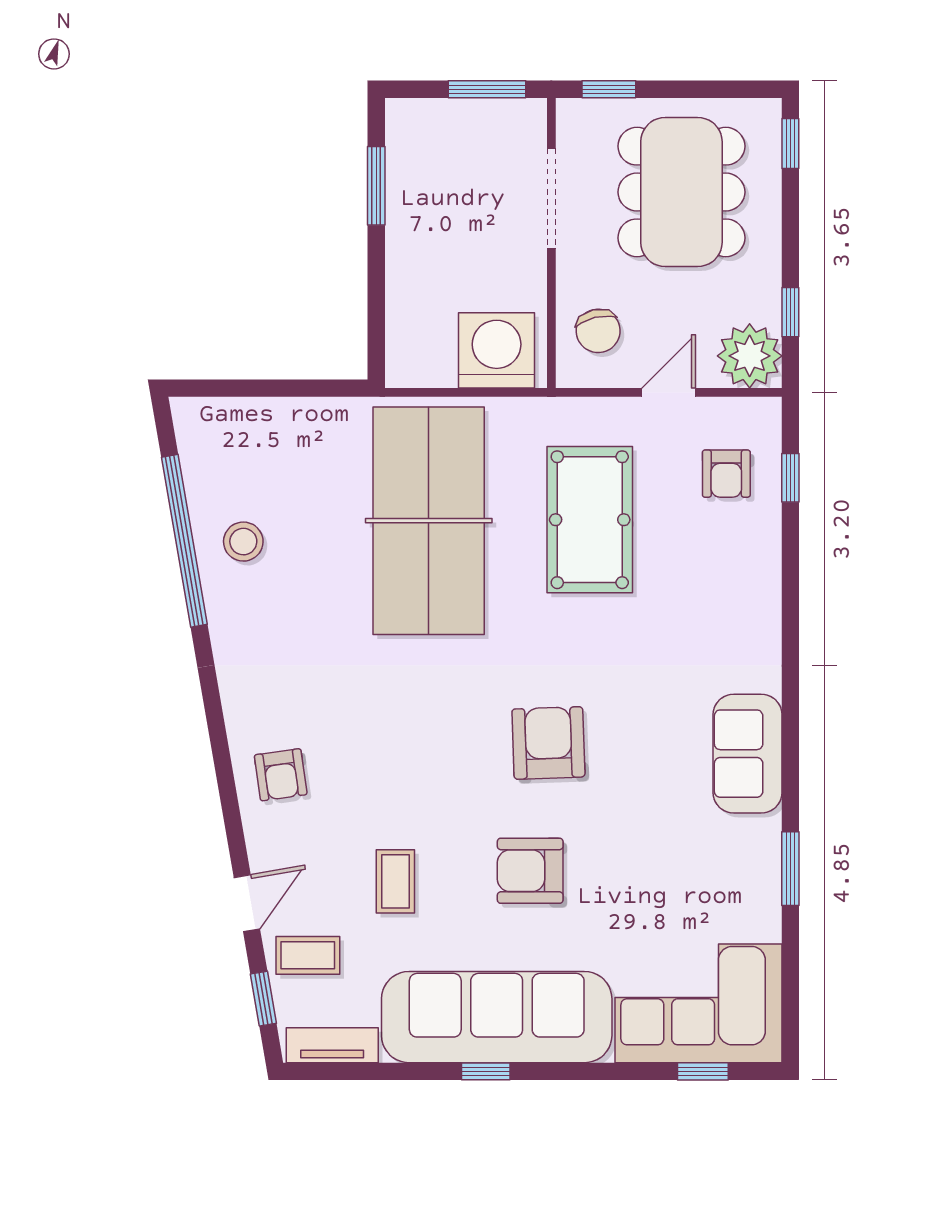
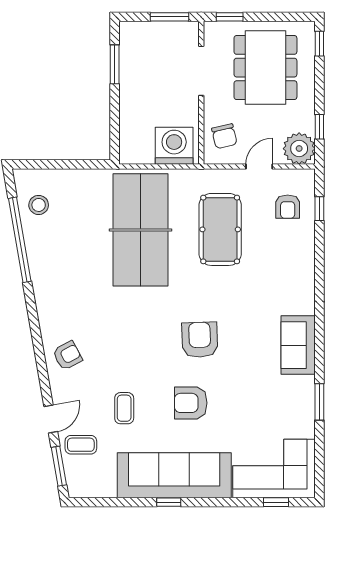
stool: (243, 542) -> (39, 205), moved
armchair: (281, 775) -> (67, 355), turned -110
window: (263, 999) -> (59, 466), width x1.50
tv unit: (332, 1045) -> (93, 489), removed

